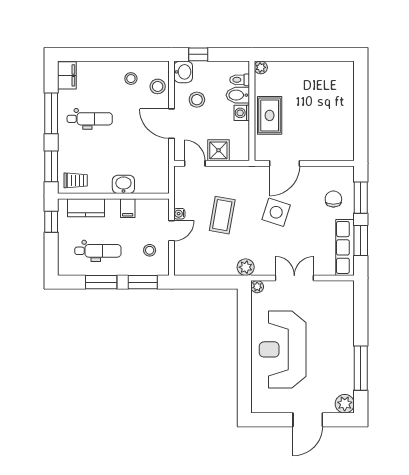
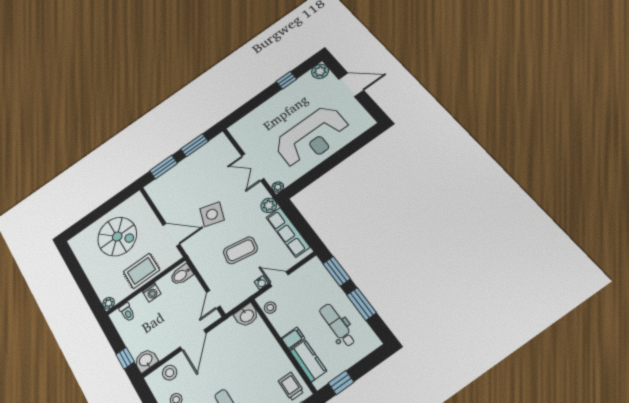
bidet: (238, 95) -> (181, 275), moved, turned 90
stool: (197, 100) -> (162, 334), removed
spiral stairs: (322, 112) -> (117, 237), added
shower: (218, 150) -> (192, 289), removed
washbasin: (123, 184) -> (247, 315), moved, turned -90
chair: (333, 199) -> (176, 184), removed
filing cabinet: (128, 208) -> (293, 338), moved
row of seats: (345, 247) -> (288, 232), moved, turned 90
stool: (150, 250) -> (270, 308), moved
window: (361, 368) -> (286, 80), width x0.46

